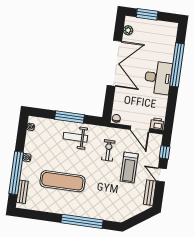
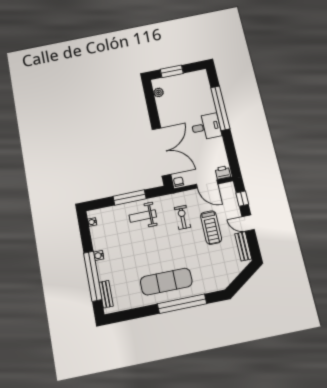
double door: (114, 63) -> (161, 152), moved
desk: (158, 78) -> (206, 127), width x0.73
exercise mat: (62, 181) -> (166, 282), moved

